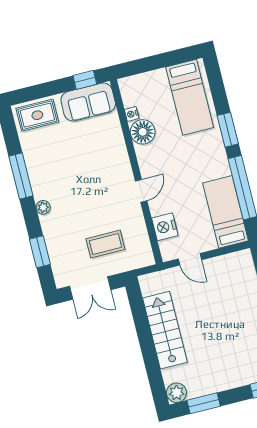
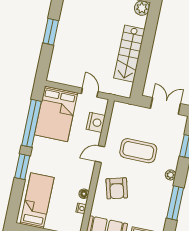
floor lamp: (143, 132) -> (84, 194), width x0.53, depth x0.53
armchair: (100, 159) -> (117, 188), added
bed: (225, 212) -> (56, 114), width x1.50
coffee table: (105, 244) -> (138, 151), moved, width x1.36, depth x1.32

